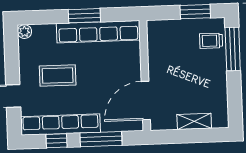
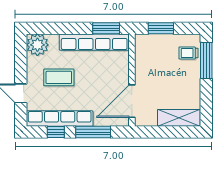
window: (195, 12) -> (161, 28), moved
window: (84, 16) -> (106, 28), moved
plant: (24, 32) -> (37, 45), width x1.88, depth x1.88
shelving: (194, 121) -> (179, 118), width x1.50, depth x1.33

